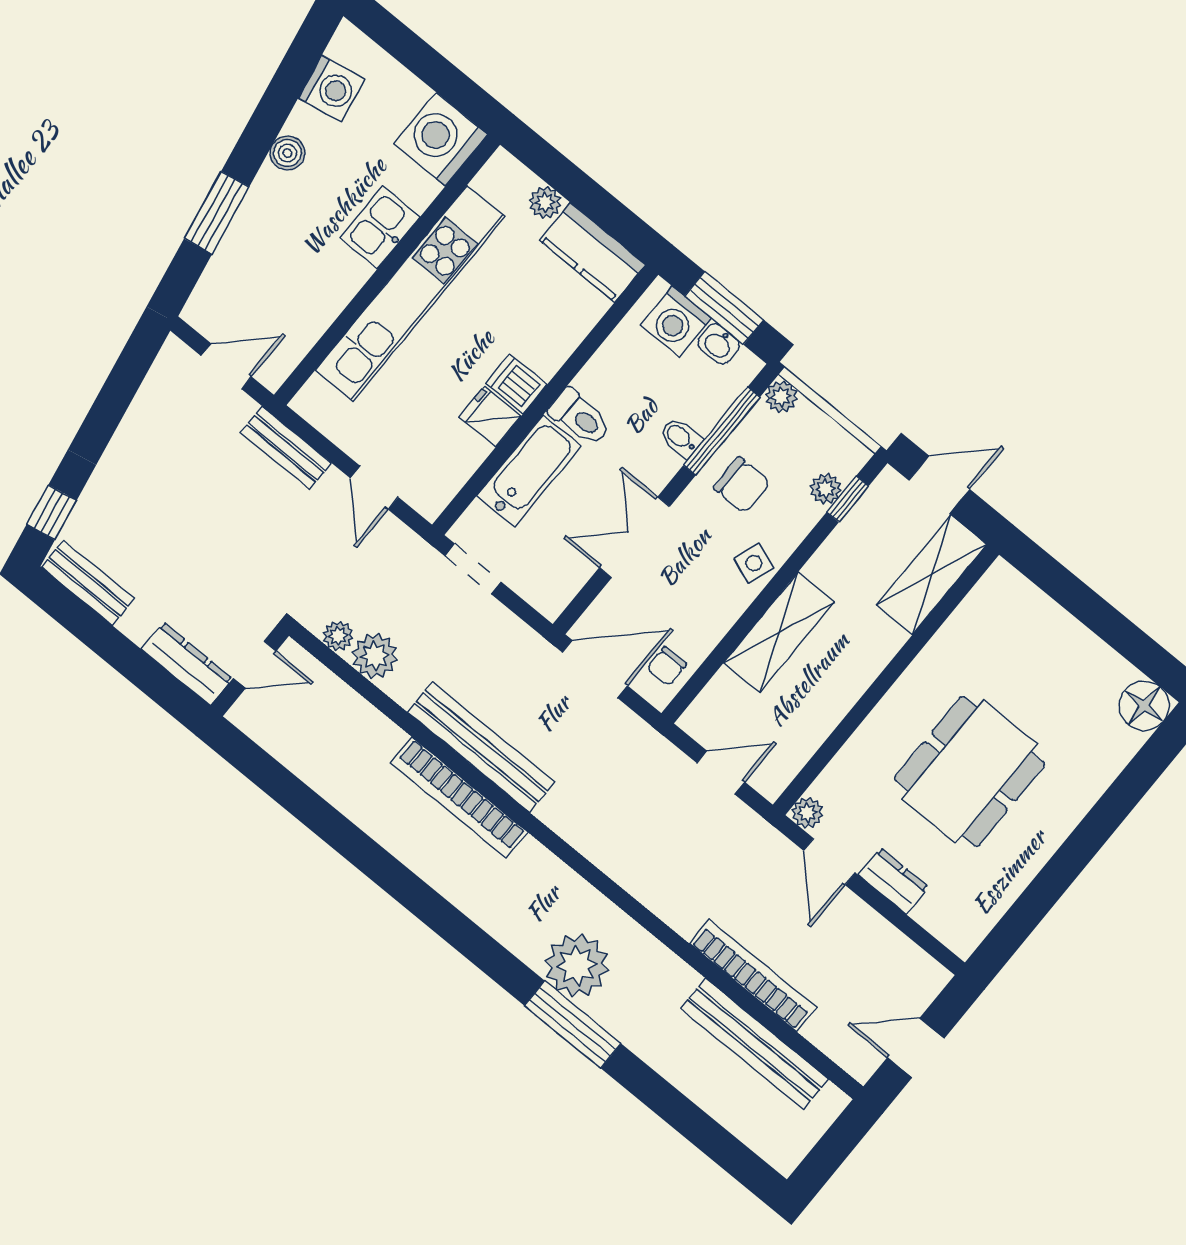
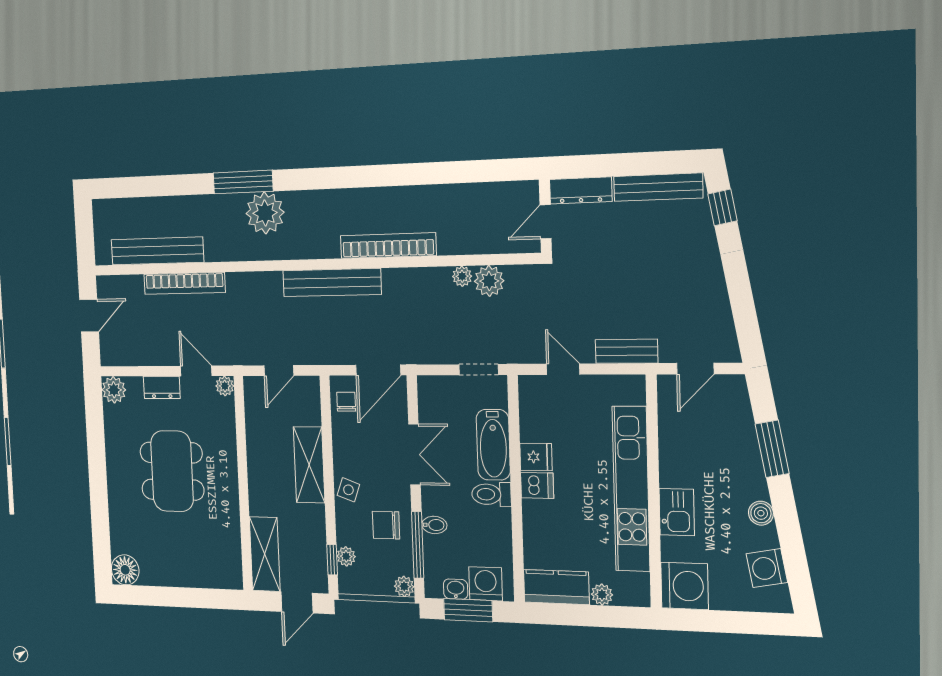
bench: (88, 583) -> (658, 187), width x1.36
plant: (338, 636) -> (462, 276), moved
bench: (481, 747) -> (332, 282), moved
plant: (962, 932) -> (114, 390), added

